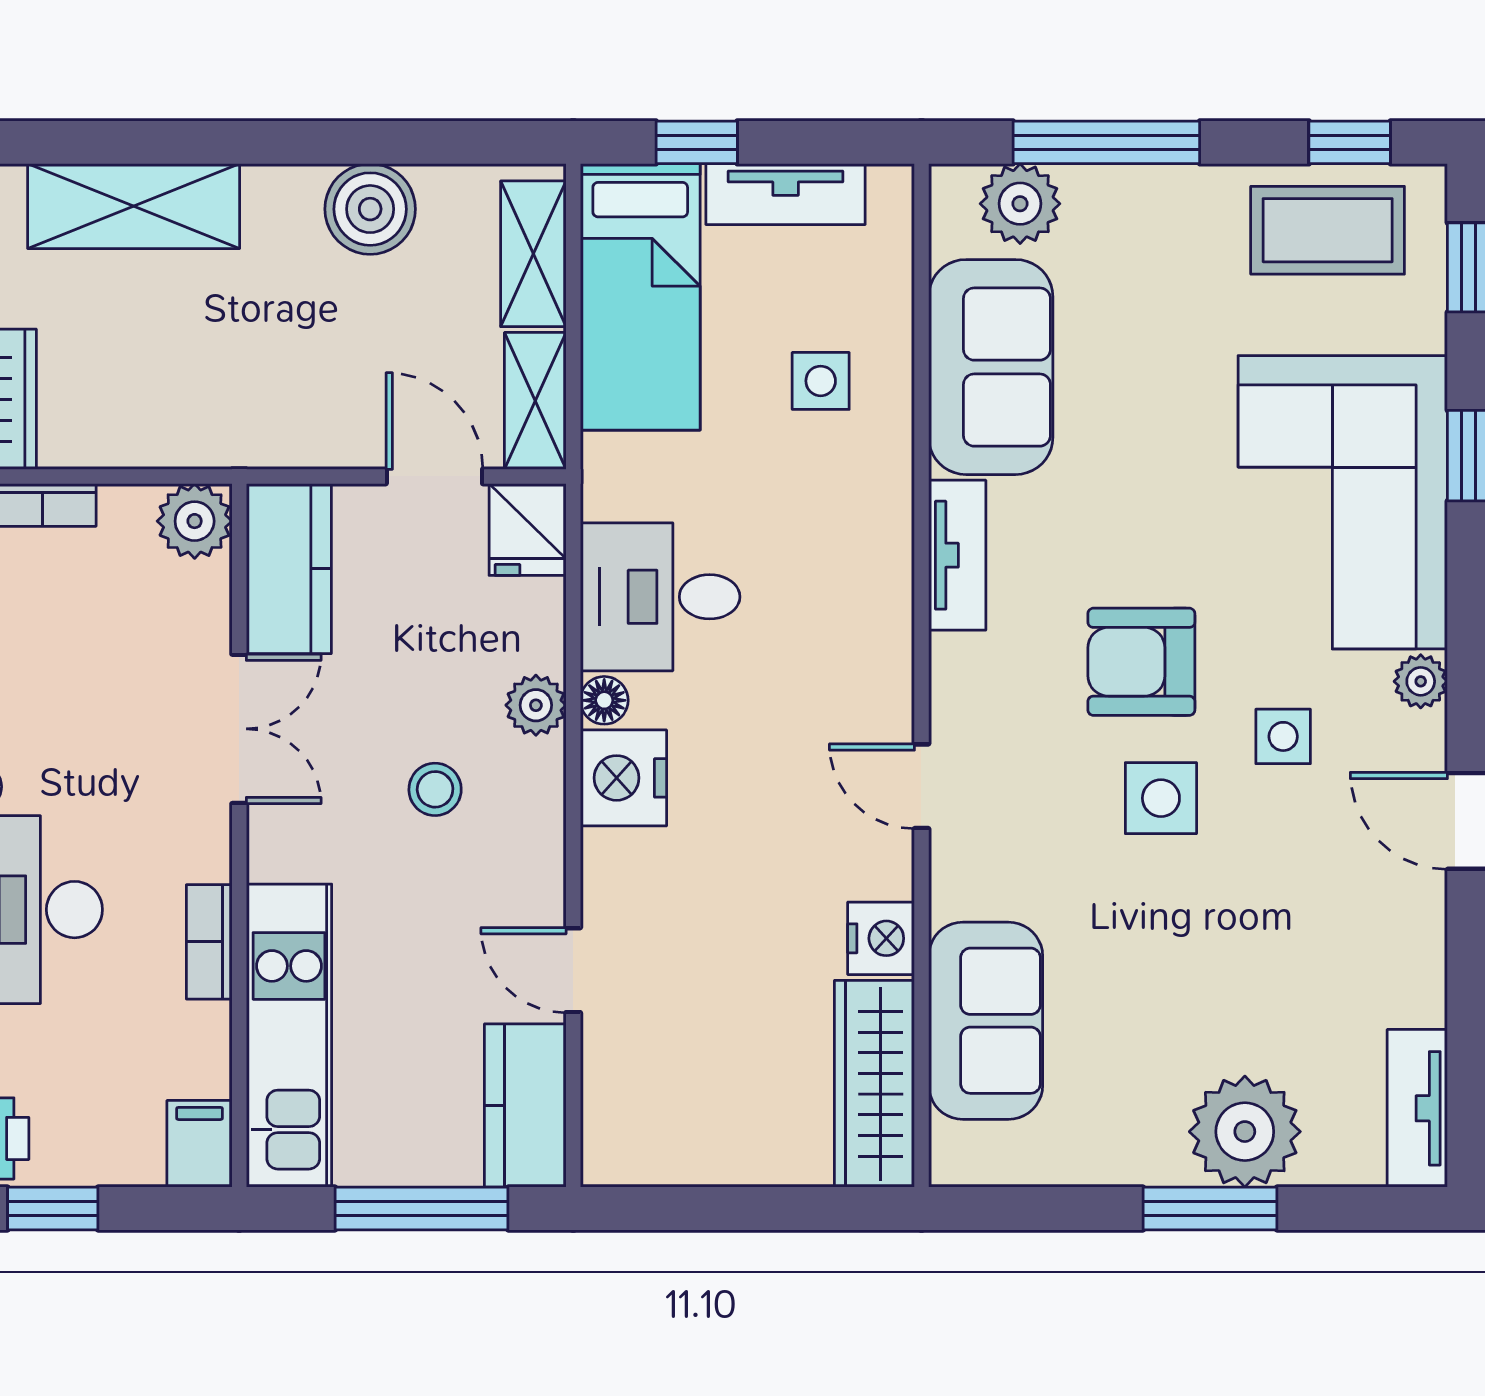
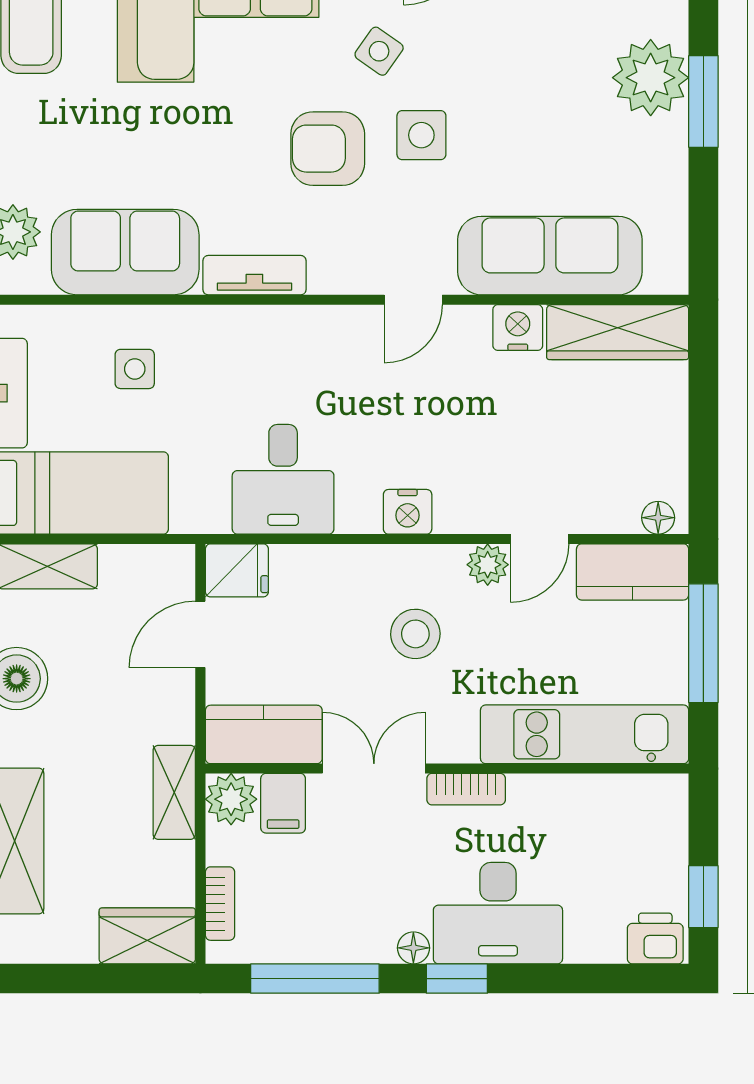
shelving: (535, 401) -> (174, 792), moved, turned 90
armchair: (1141, 662) -> (328, 149), turned 90
floor lamp: (604, 700) -> (658, 518), moved
plant: (536, 705) -> (488, 565), moved
side table: (1283, 736) -> (379, 51), turned 35
nightstand: (623, 778) -> (408, 512), width x0.74, depth x0.75
stool: (435, 789) -> (415, 634), width x1.37, depth x1.37
bookcase: (209, 942) -> (466, 789), moved
sofa: (986, 1021) -> (550, 256), width x1.36
filing cabinet: (200, 1144) -> (283, 803), moved, turned -90

